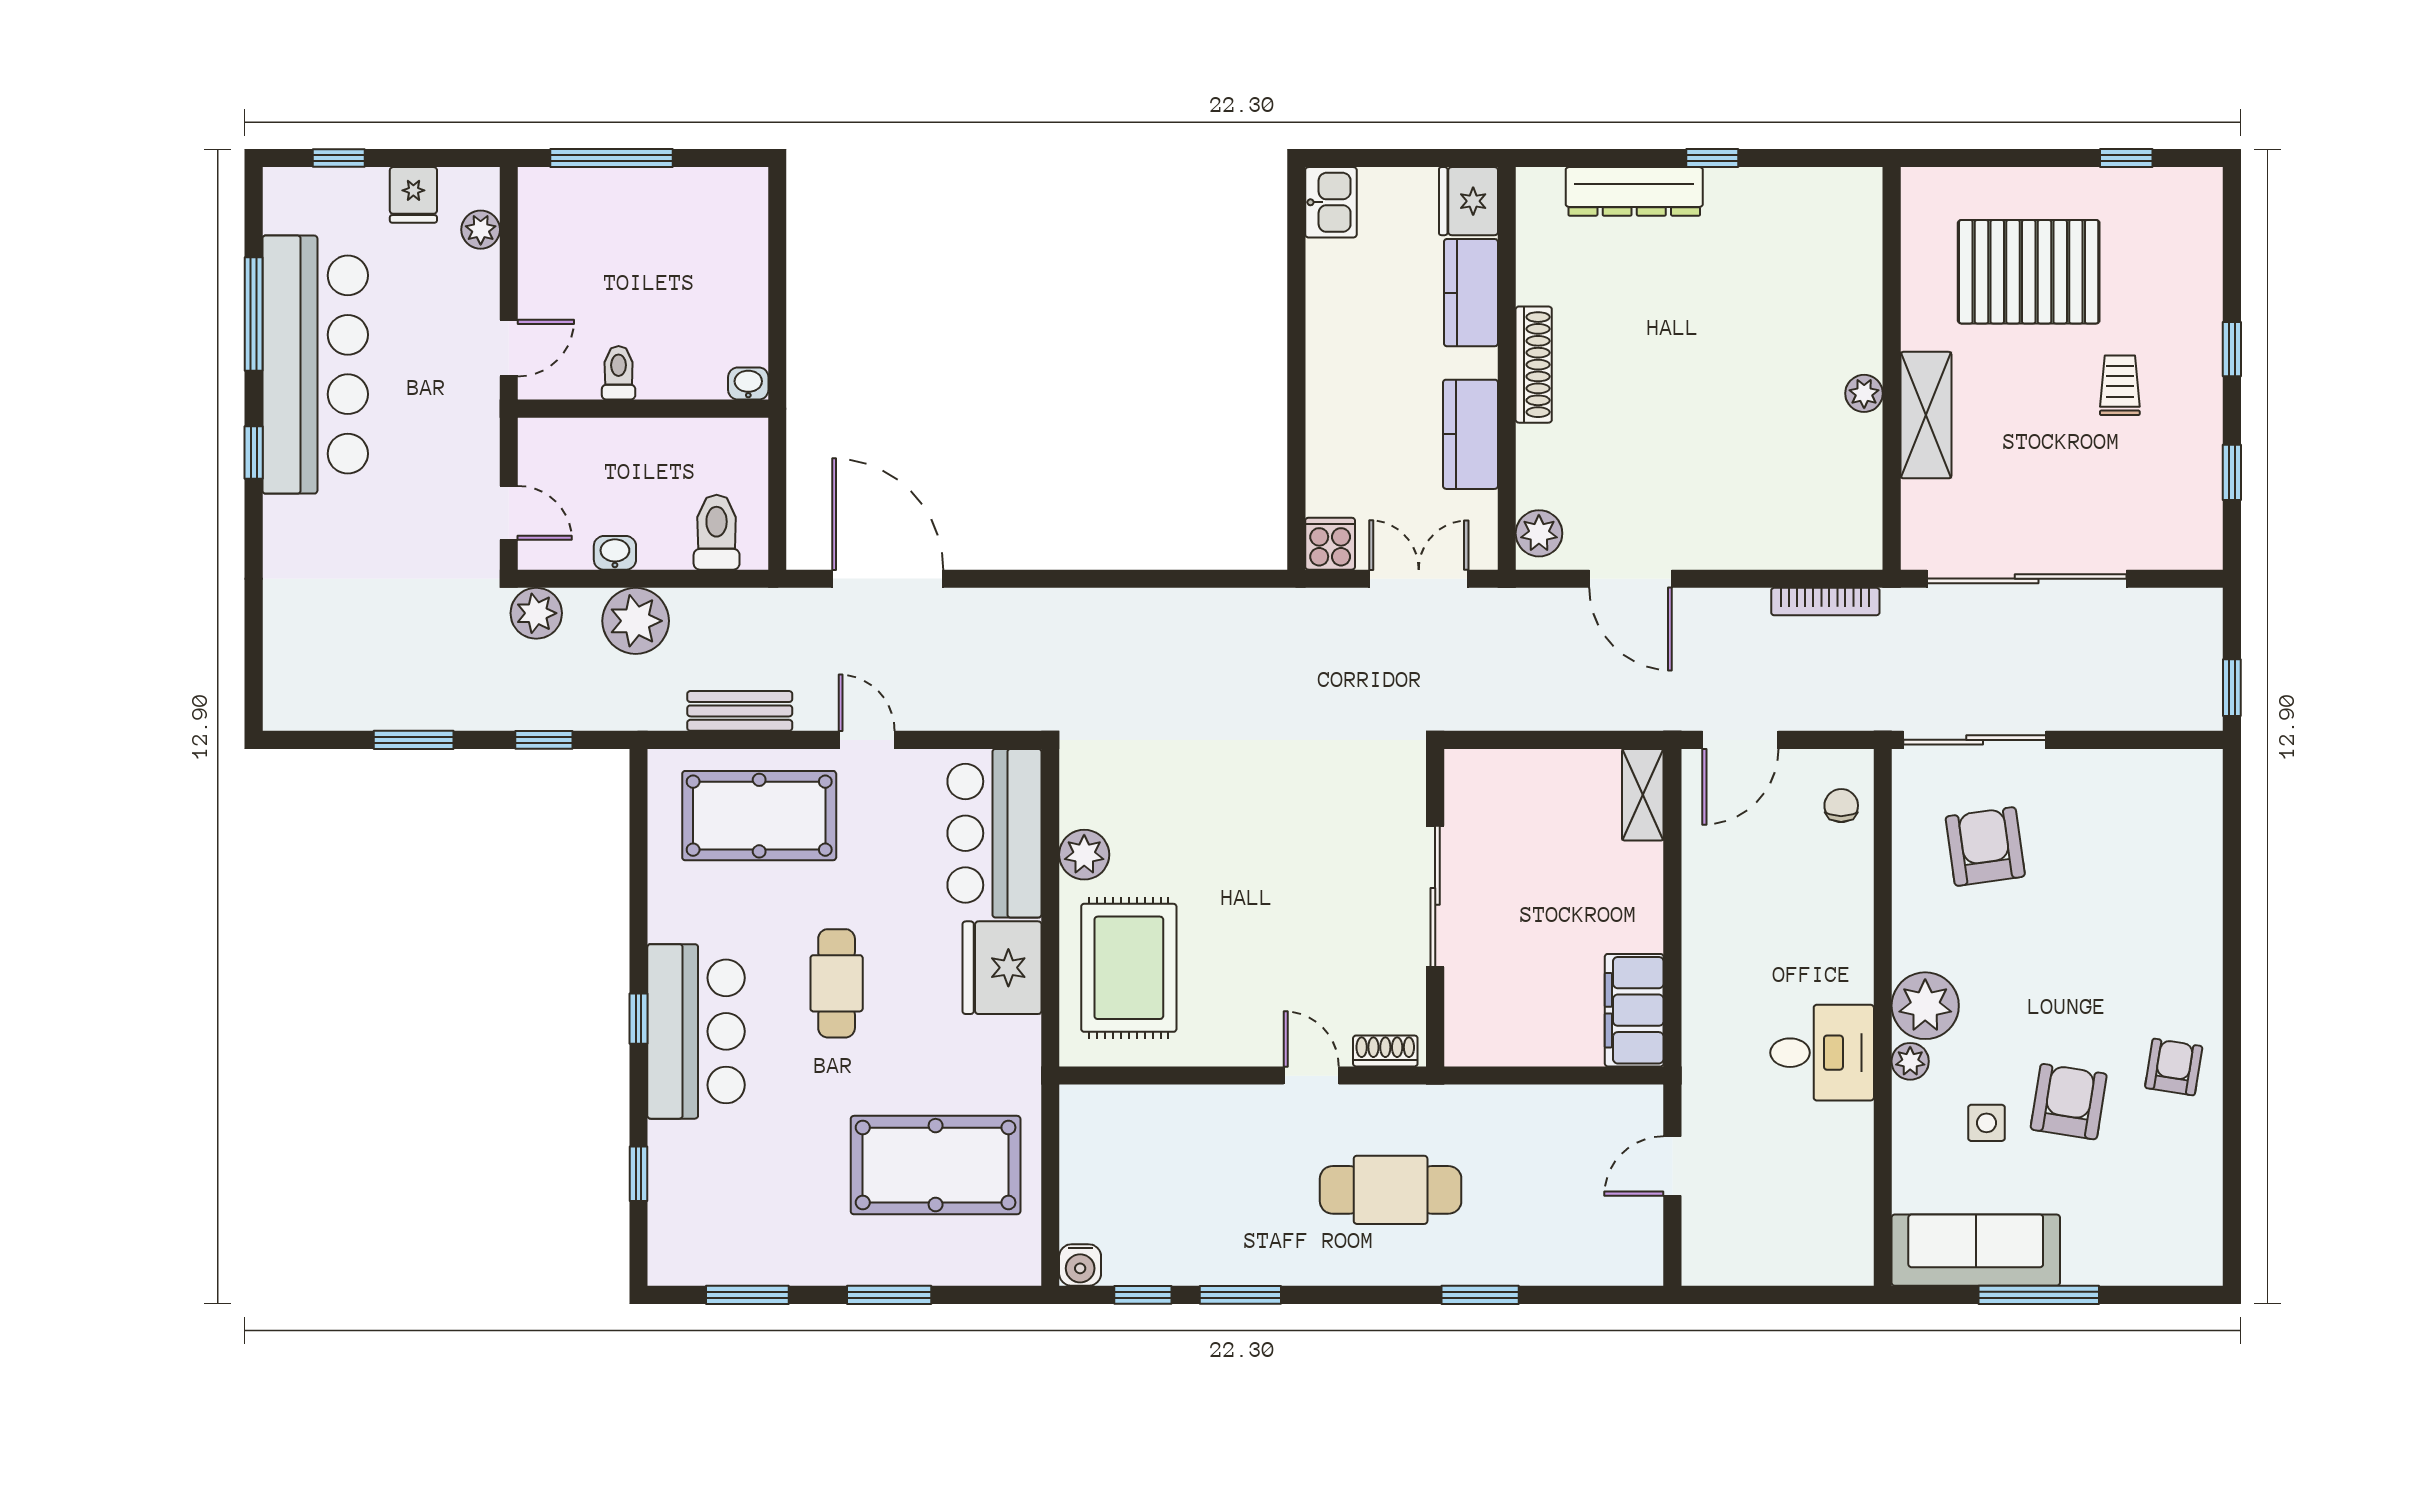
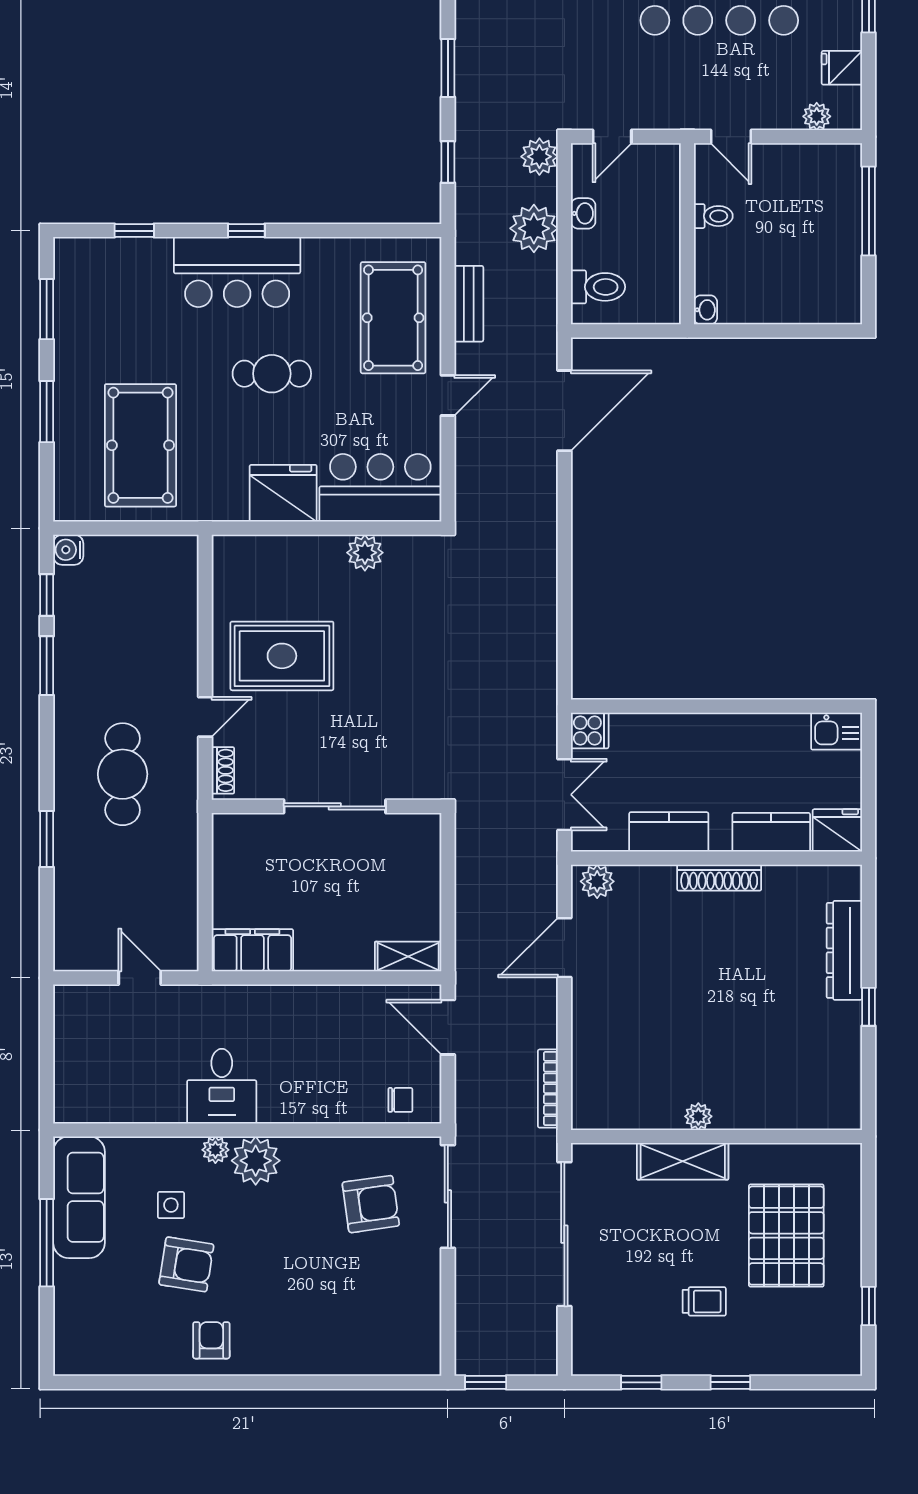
rug: (1129, 968) -> (282, 656), moved
armchair: (2174, 1067) -> (211, 1340), turned -99

